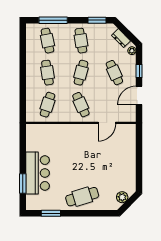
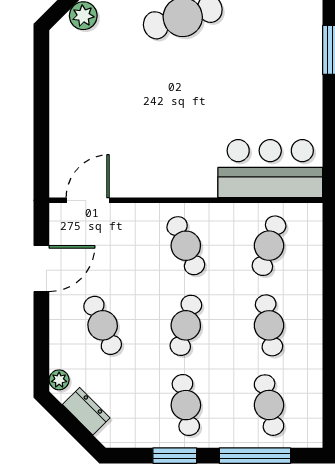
window: (97, 20) -> (175, 456), moved
window: (139, 71) -> (41, 330), removed
door: (107, 123) -> (88, 200), moved
bar counter: (38, 173) -> (270, 169), moved, turned 90

